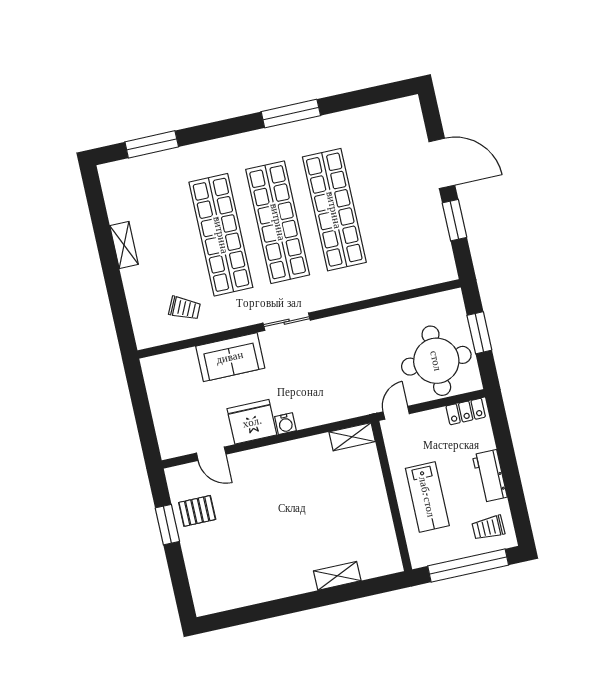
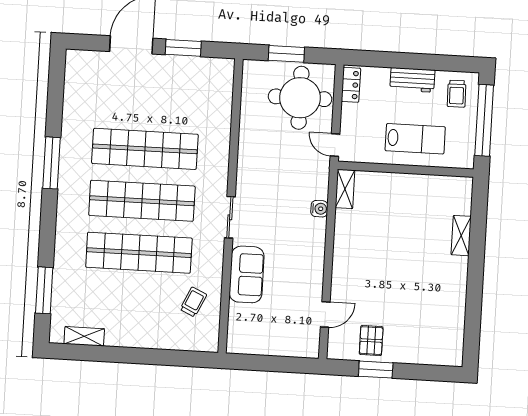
shelving: (124, 245) -> (84, 336), moved
fridge: (252, 422) -> (308, 272), removed
water cooler: (285, 424) -> (319, 209), moved

